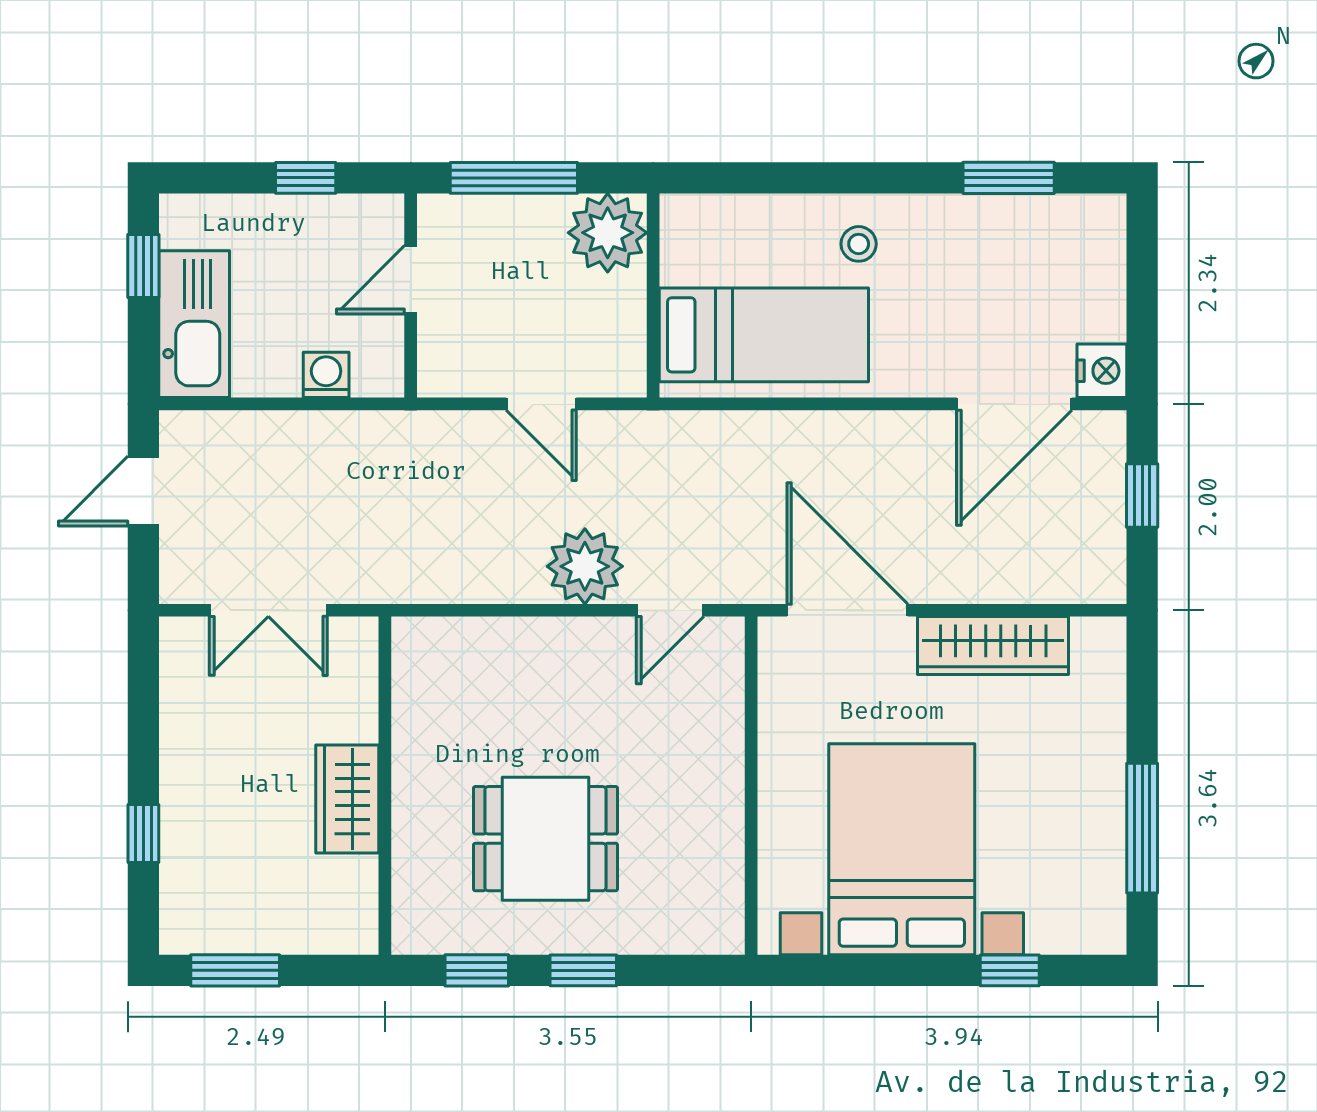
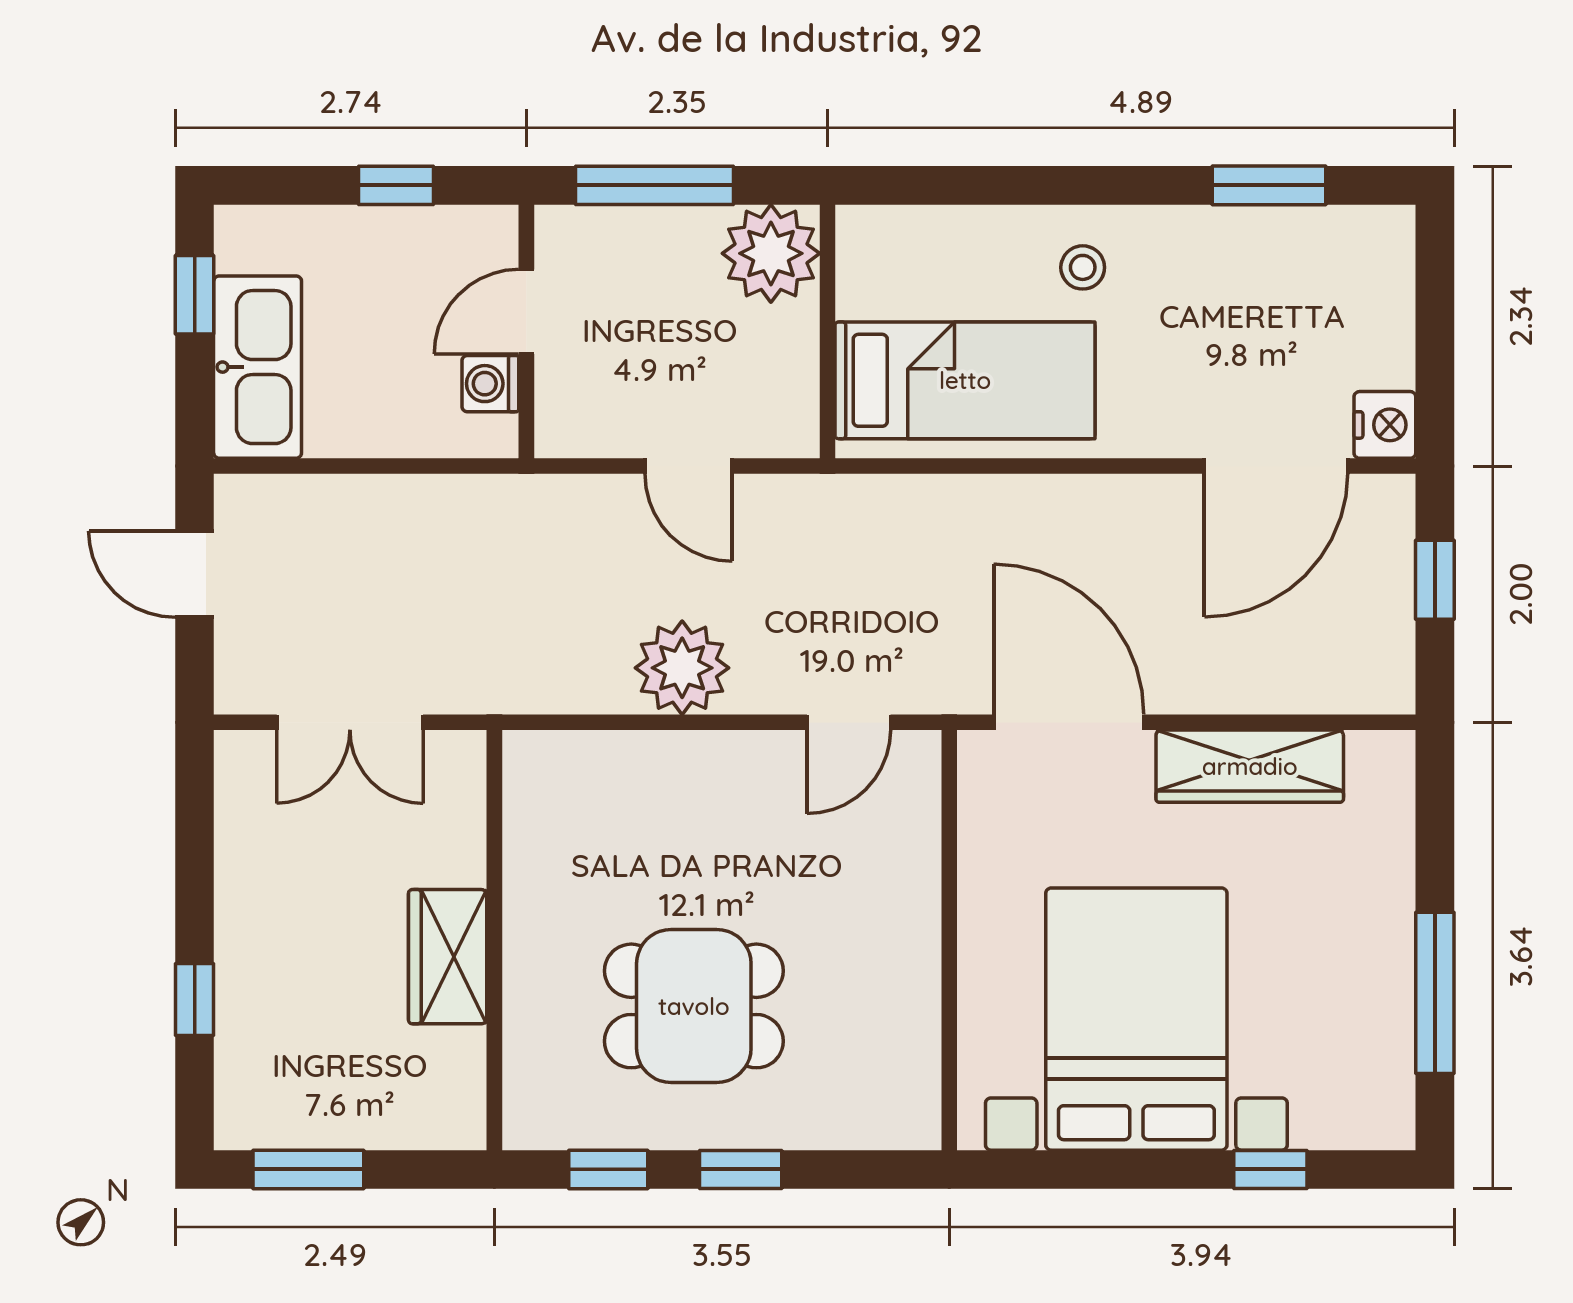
washing machine: (326, 375) -> (490, 384), moved, turned -90
door: (143, 491) -> (195, 574), hinge flipped
plant: (585, 566) -> (682, 668), moved

